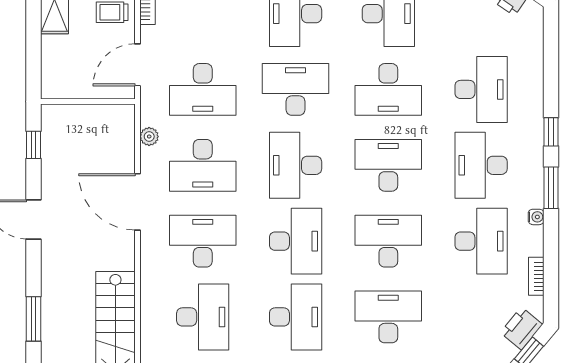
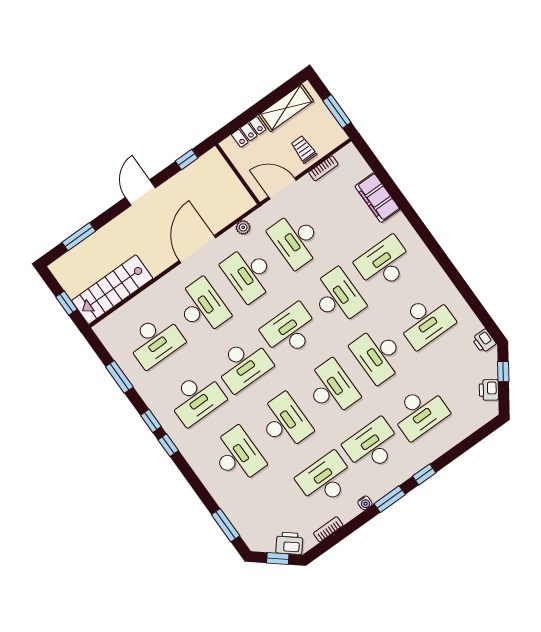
locker: (52, 58) -> (249, 132), added
desk: (481, 241) -> (326, 479), turned 180

